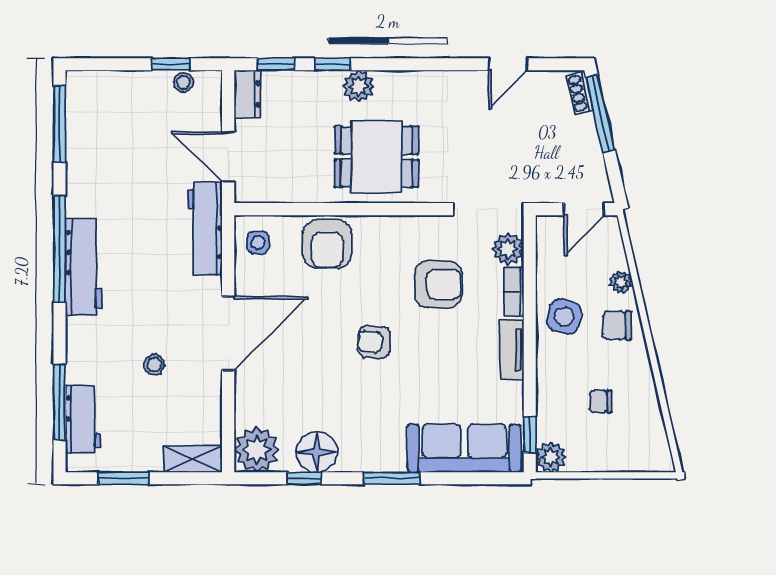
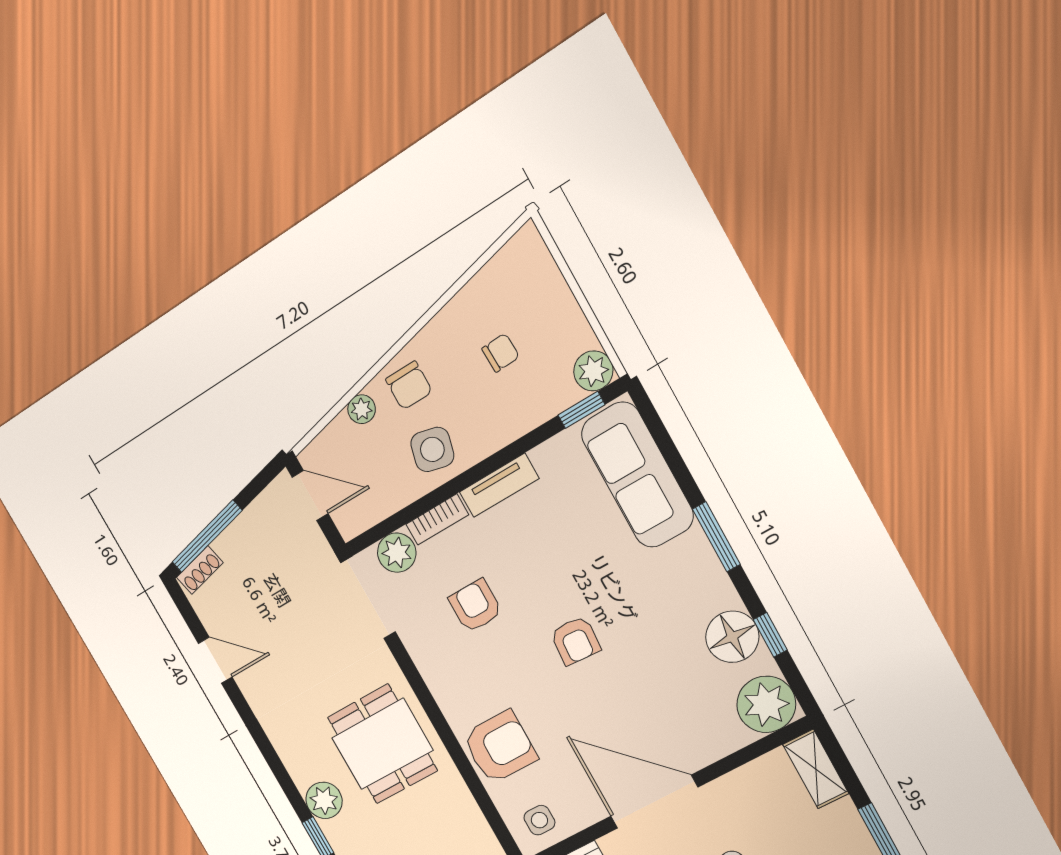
armchair: (438, 284) -> (475, 606), width x0.72, depth x0.72
chair: (601, 401) -> (501, 353), turned -92

